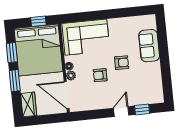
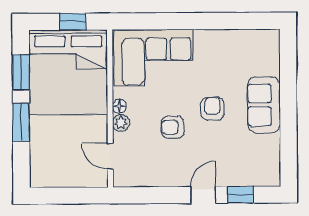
sofa: (149, 46) -> (264, 105), moved
armchair: (122, 63) -> (212, 109), turned -90
door: (67, 95) -> (110, 156), width x0.53
wardrobe: (29, 104) -> (42, 167), removed

